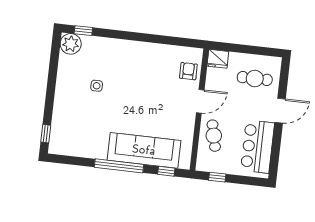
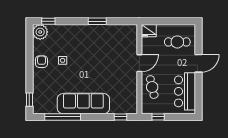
window: (150, 38) -> (97, 21), added
armchair: (188, 71) -> (41, 62), moved
sofa: (144, 150) -> (83, 104), moved
window: (119, 166) -> (63, 117), moved

